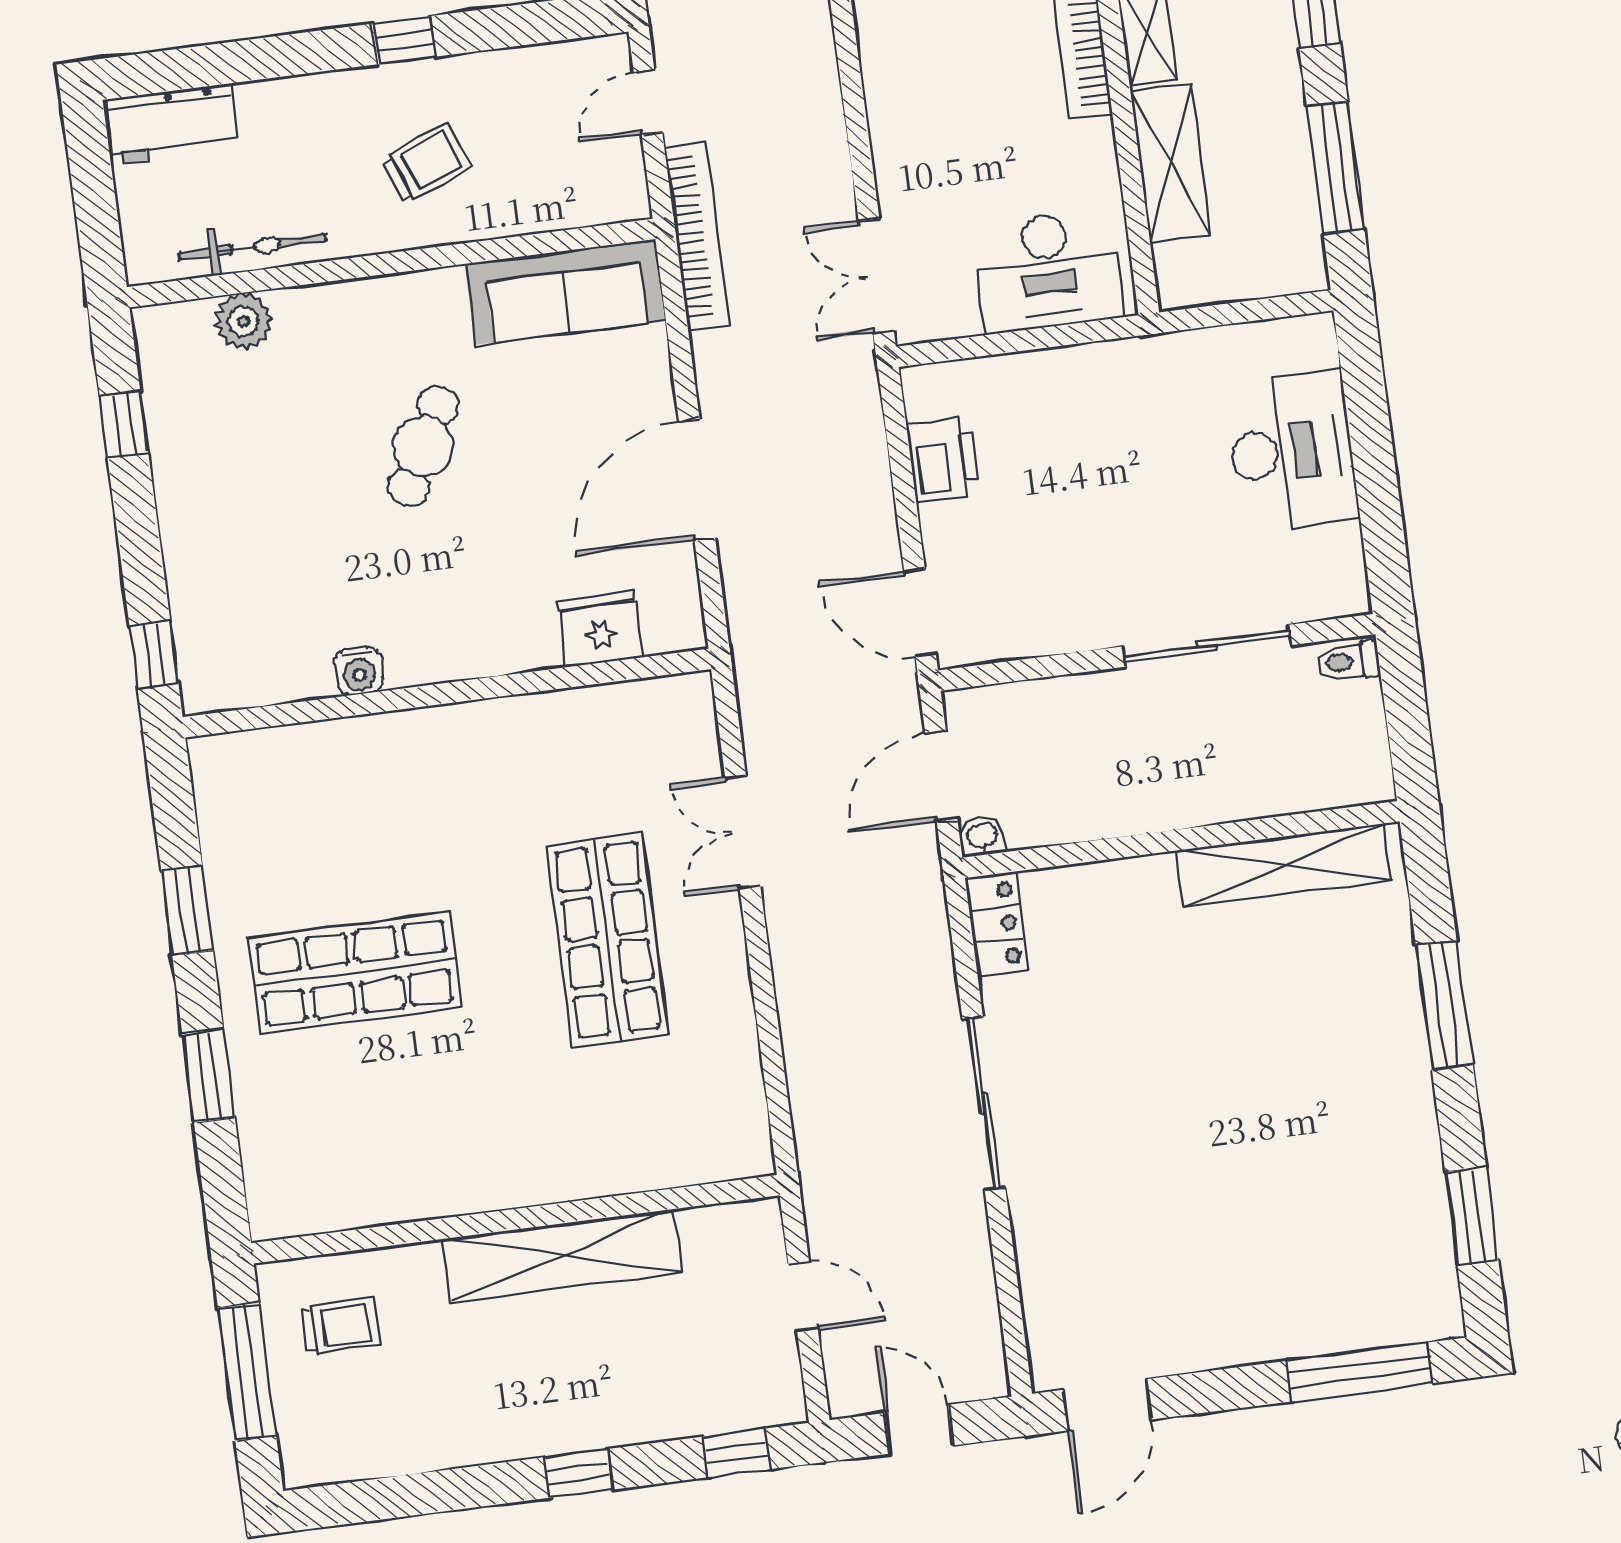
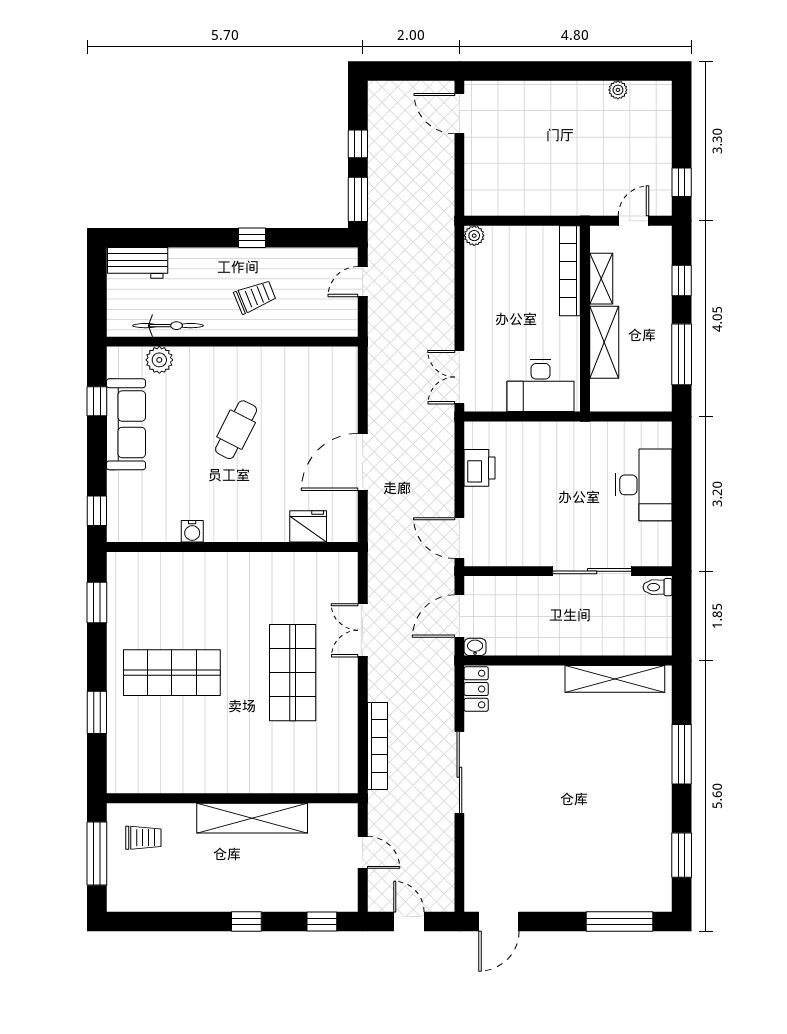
bookcase: (697, 236) -> (377, 746), moved
sofa: (565, 292) -> (126, 424), moved, turned -90
window: (187, 911) -> (97, 602), moved

